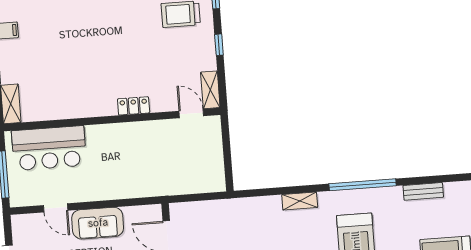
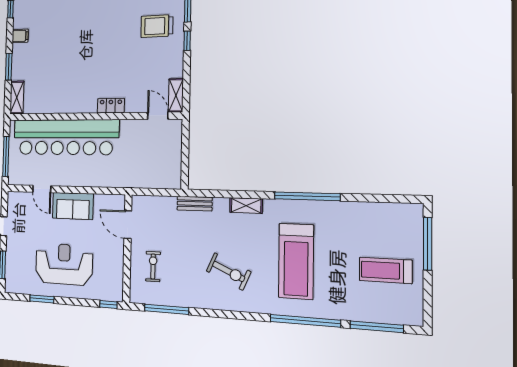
window: (219, 45) -> (187, 41), moved
bar counter: (49, 148) -> (65, 137), width x1.86
bench: (423, 191) -> (195, 204), moved

